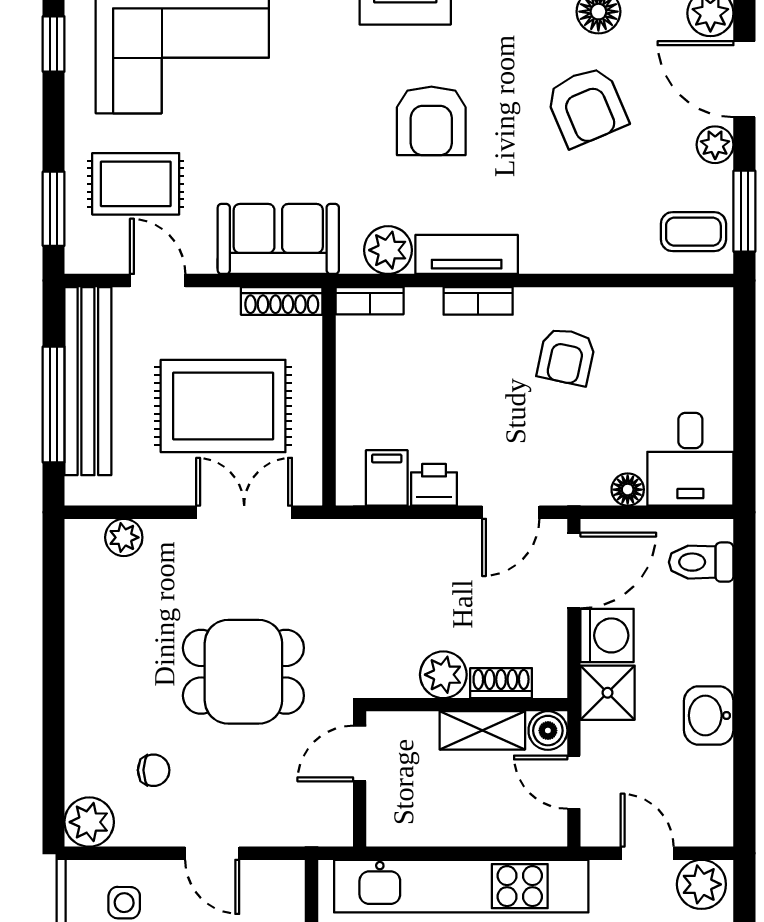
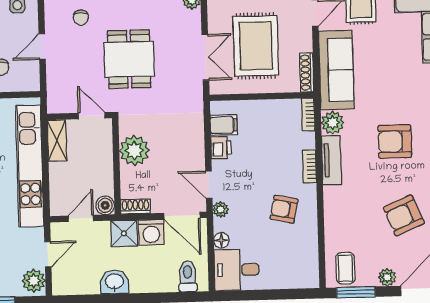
sofa: (278, 239) -> (336, 70), width x1.36
plant: (563, 489) -> (221, 209), added
plant: (443, 675) -> (134, 150), width x1.36, depth x1.36
shoe rack: (501, 683) -> (135, 207), moved, turned -90
shelving: (482, 730) -> (57, 141), moved

